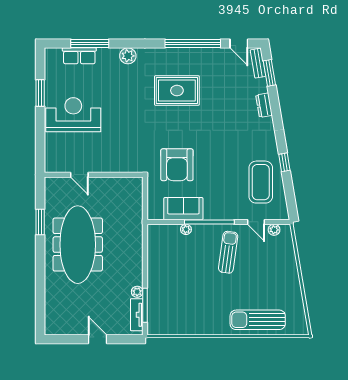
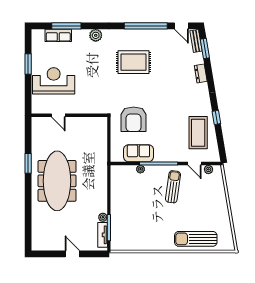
door: (79, 175) -> (58, 115), moved
wall: (94, 175) -> (69, 115), moved

